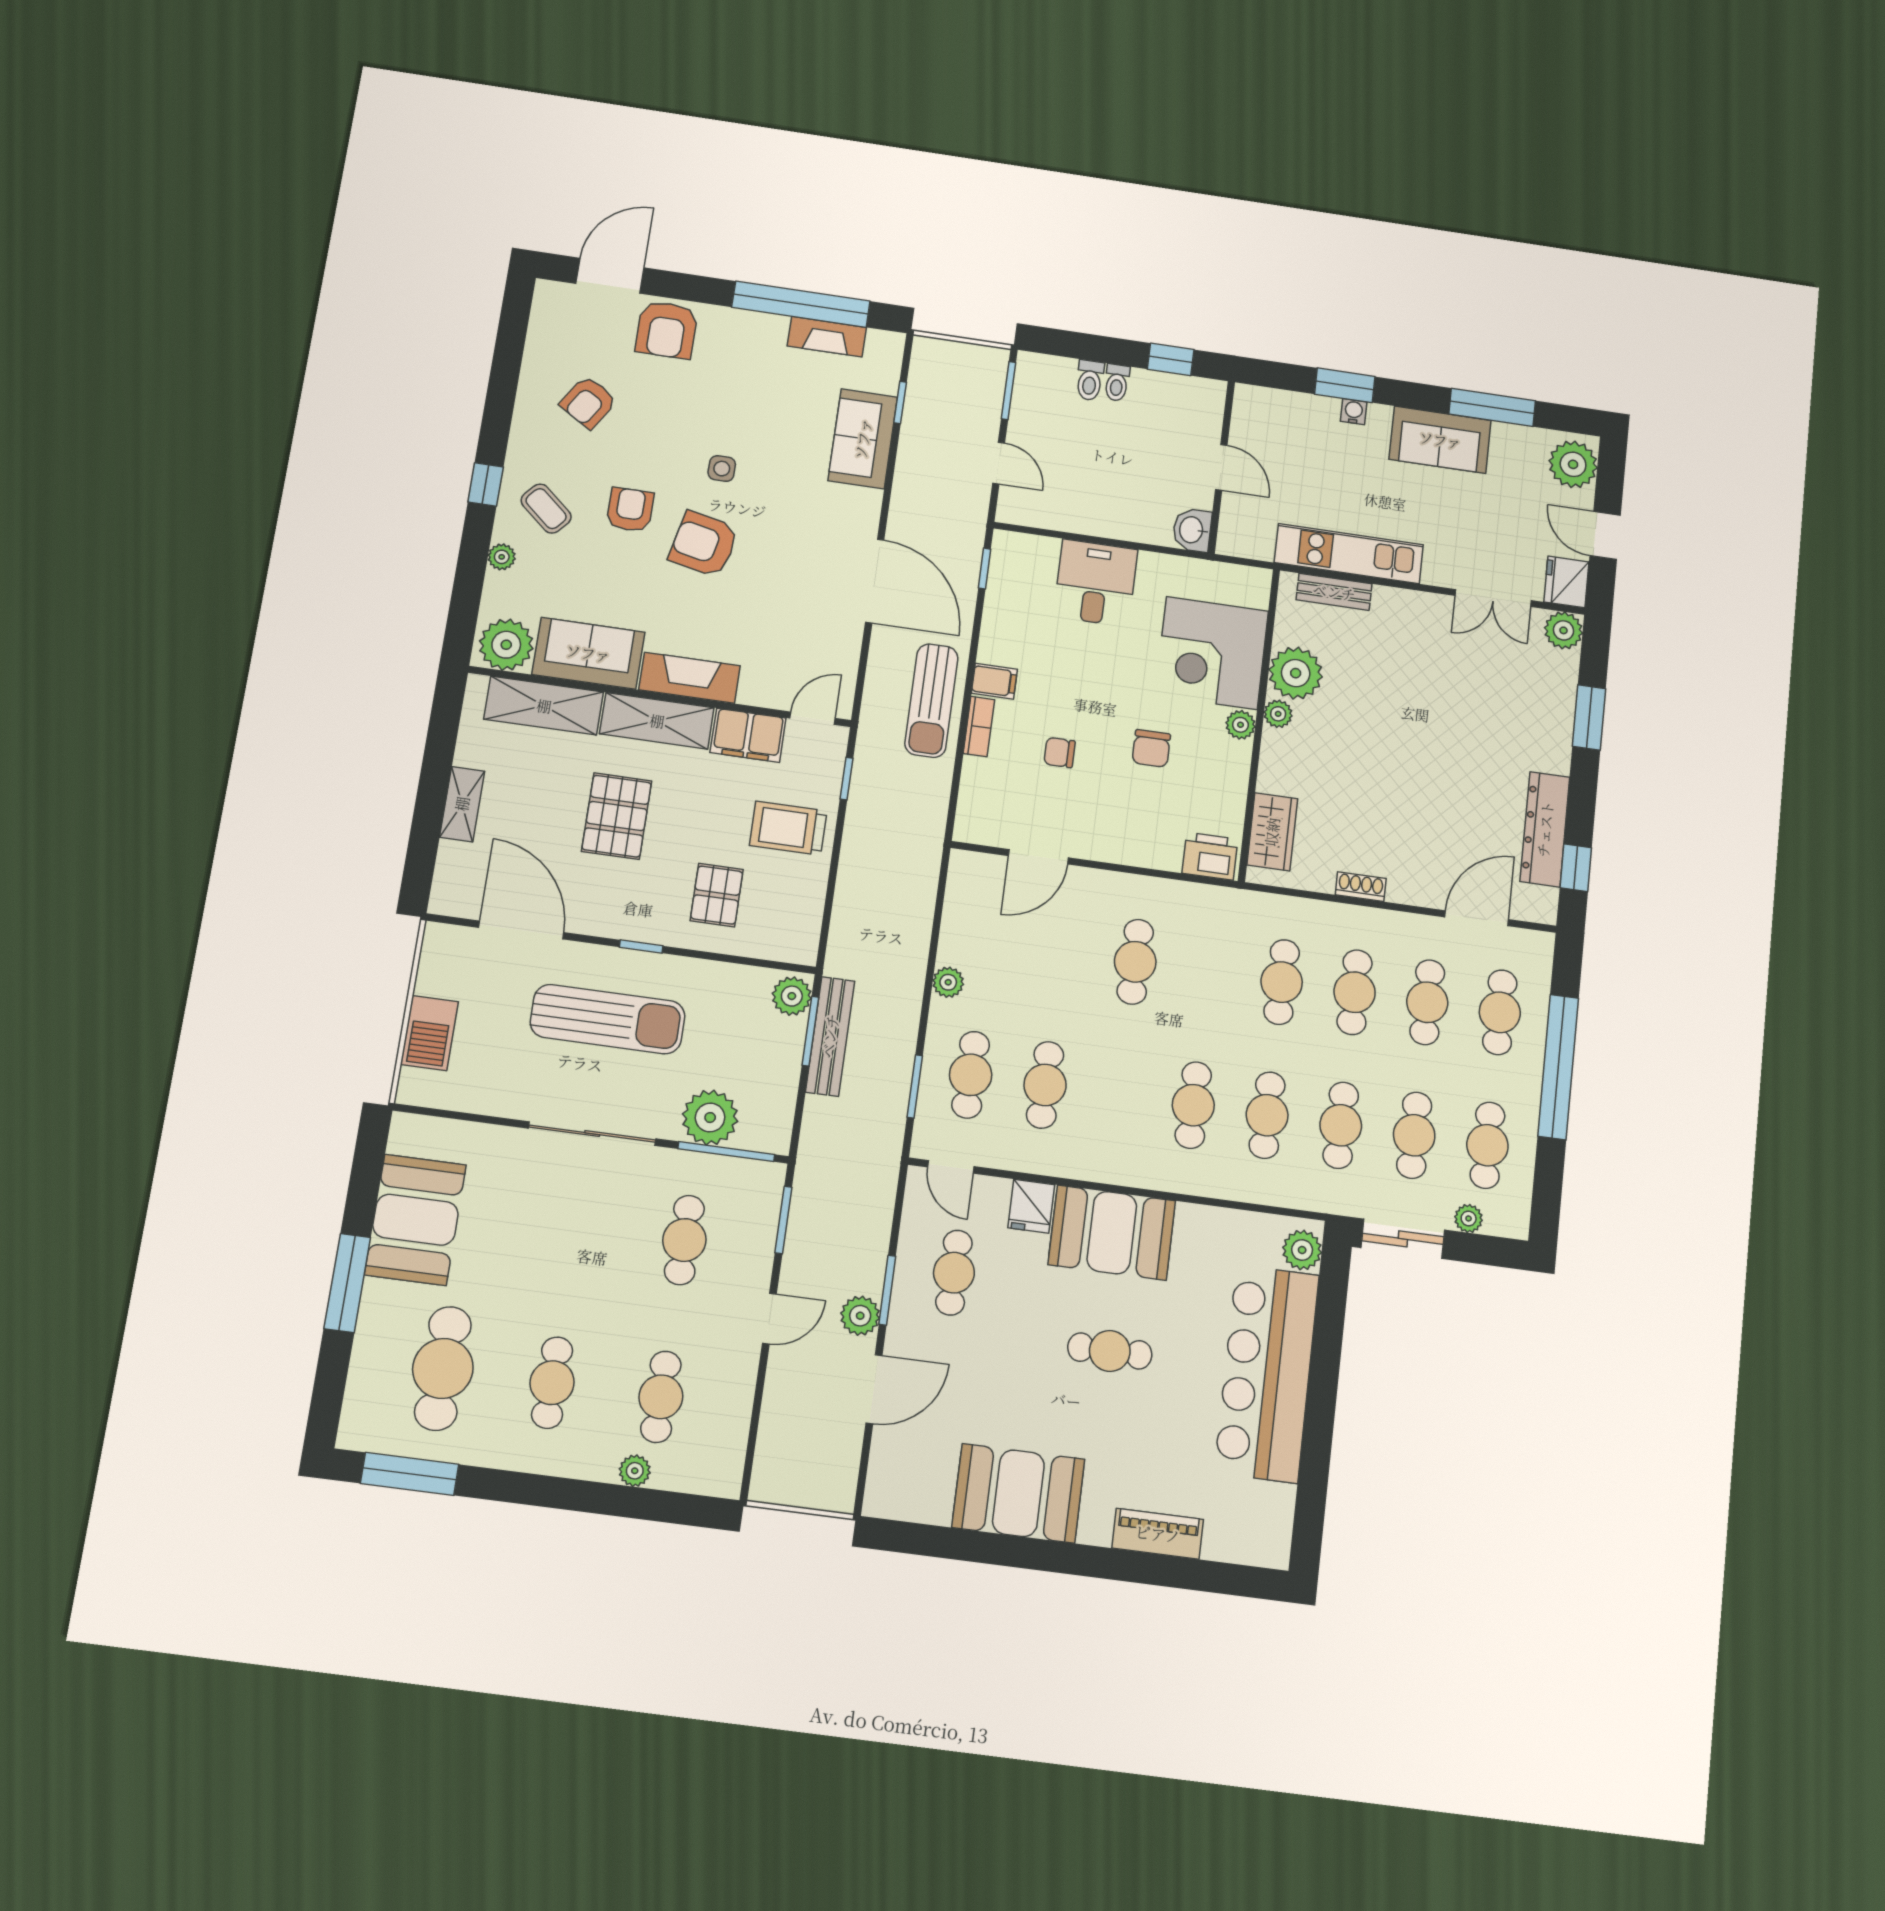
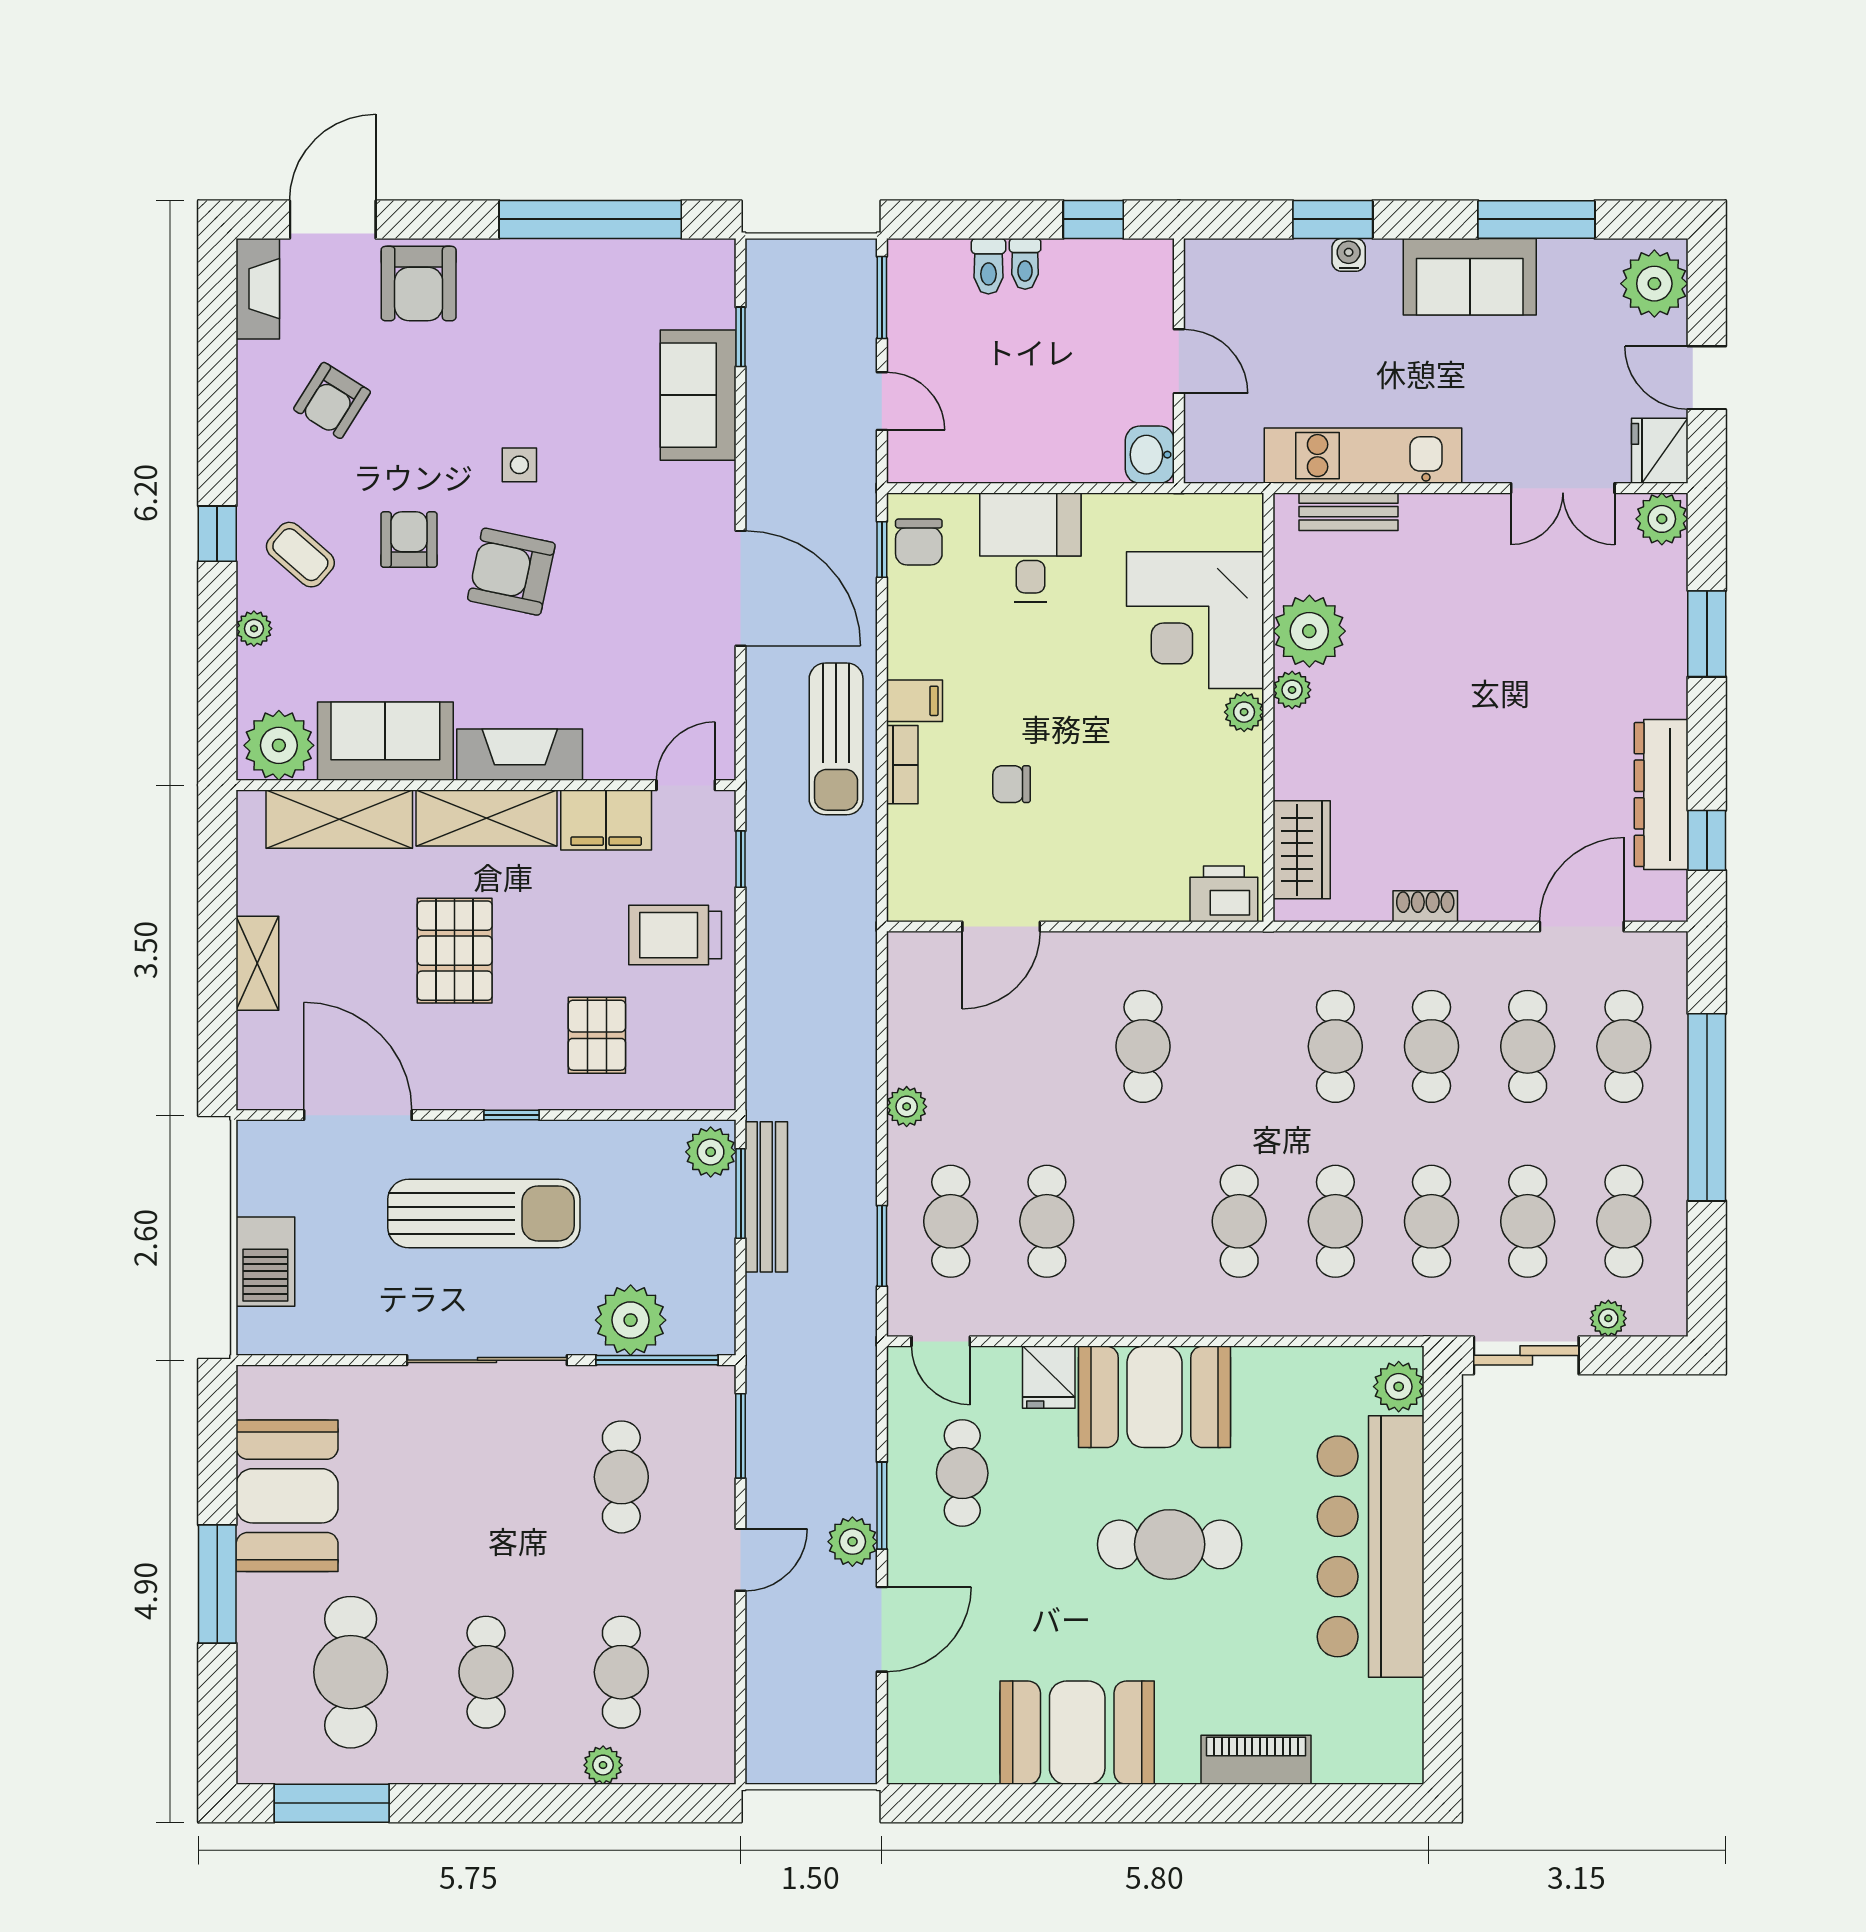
fireplace: (827, 337) -> (258, 289), moved, turned -90
chair: (1151, 748) -> (919, 542), moved
cafe table: (1110, 1351) -> (1170, 1544), width x1.37, depth x1.35

